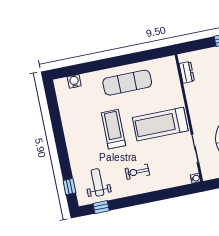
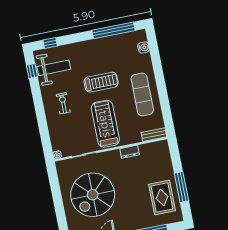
bench: (172, 69) -> (154, 135), added
dresser: (187, 72) -> (130, 152), moved
window: (55, 115) -> (113, 30), added
weight bench: (97, 182) -> (54, 68), width x1.36, depth x1.33

